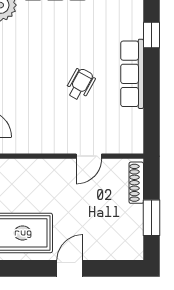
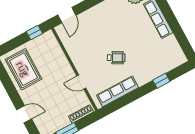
row of seats: (132, 74) -> (118, 91), moved
door: (70, 268) -> (24, 114), moved

